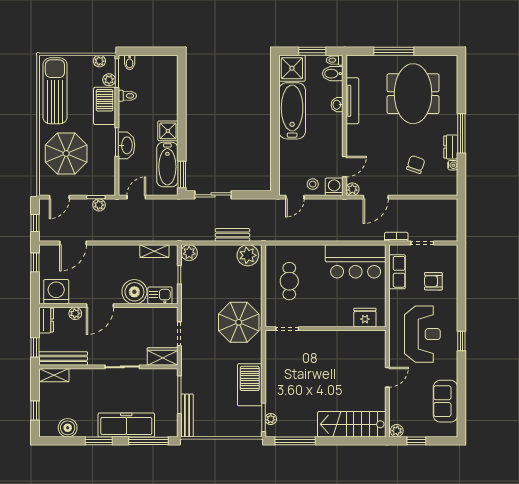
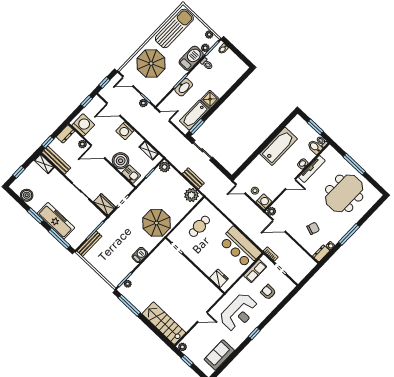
shower: (292, 68) -> (298, 126), removed
dresser: (451, 147) -> (321, 253), moved
door: (345, 167) -> (290, 184), moved
washing machine: (108, 255) -> (125, 131), added
barbecue: (250, 385) -> (140, 255), width x0.53, depth x0.65

